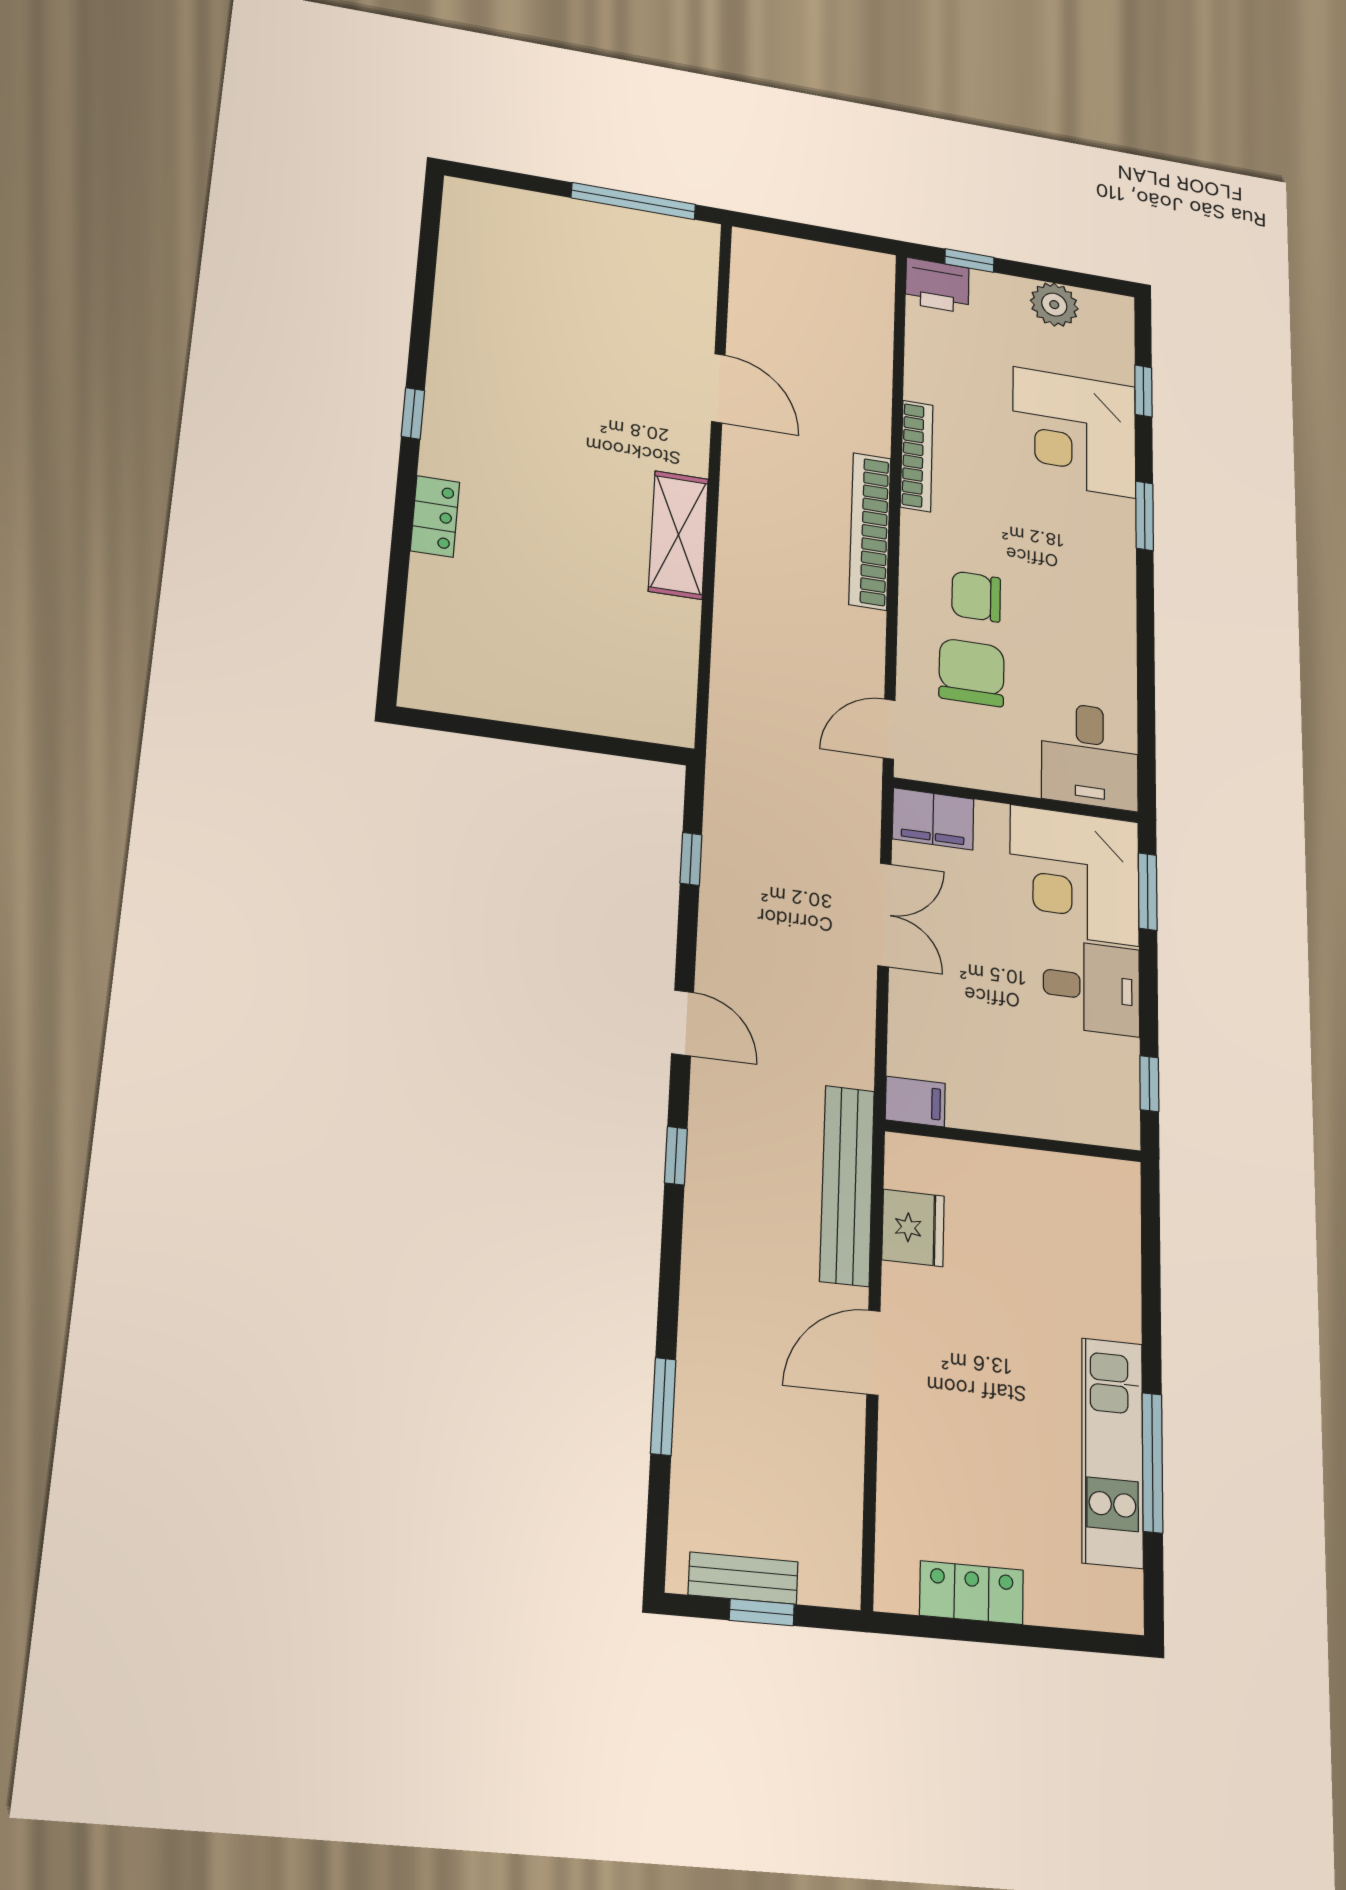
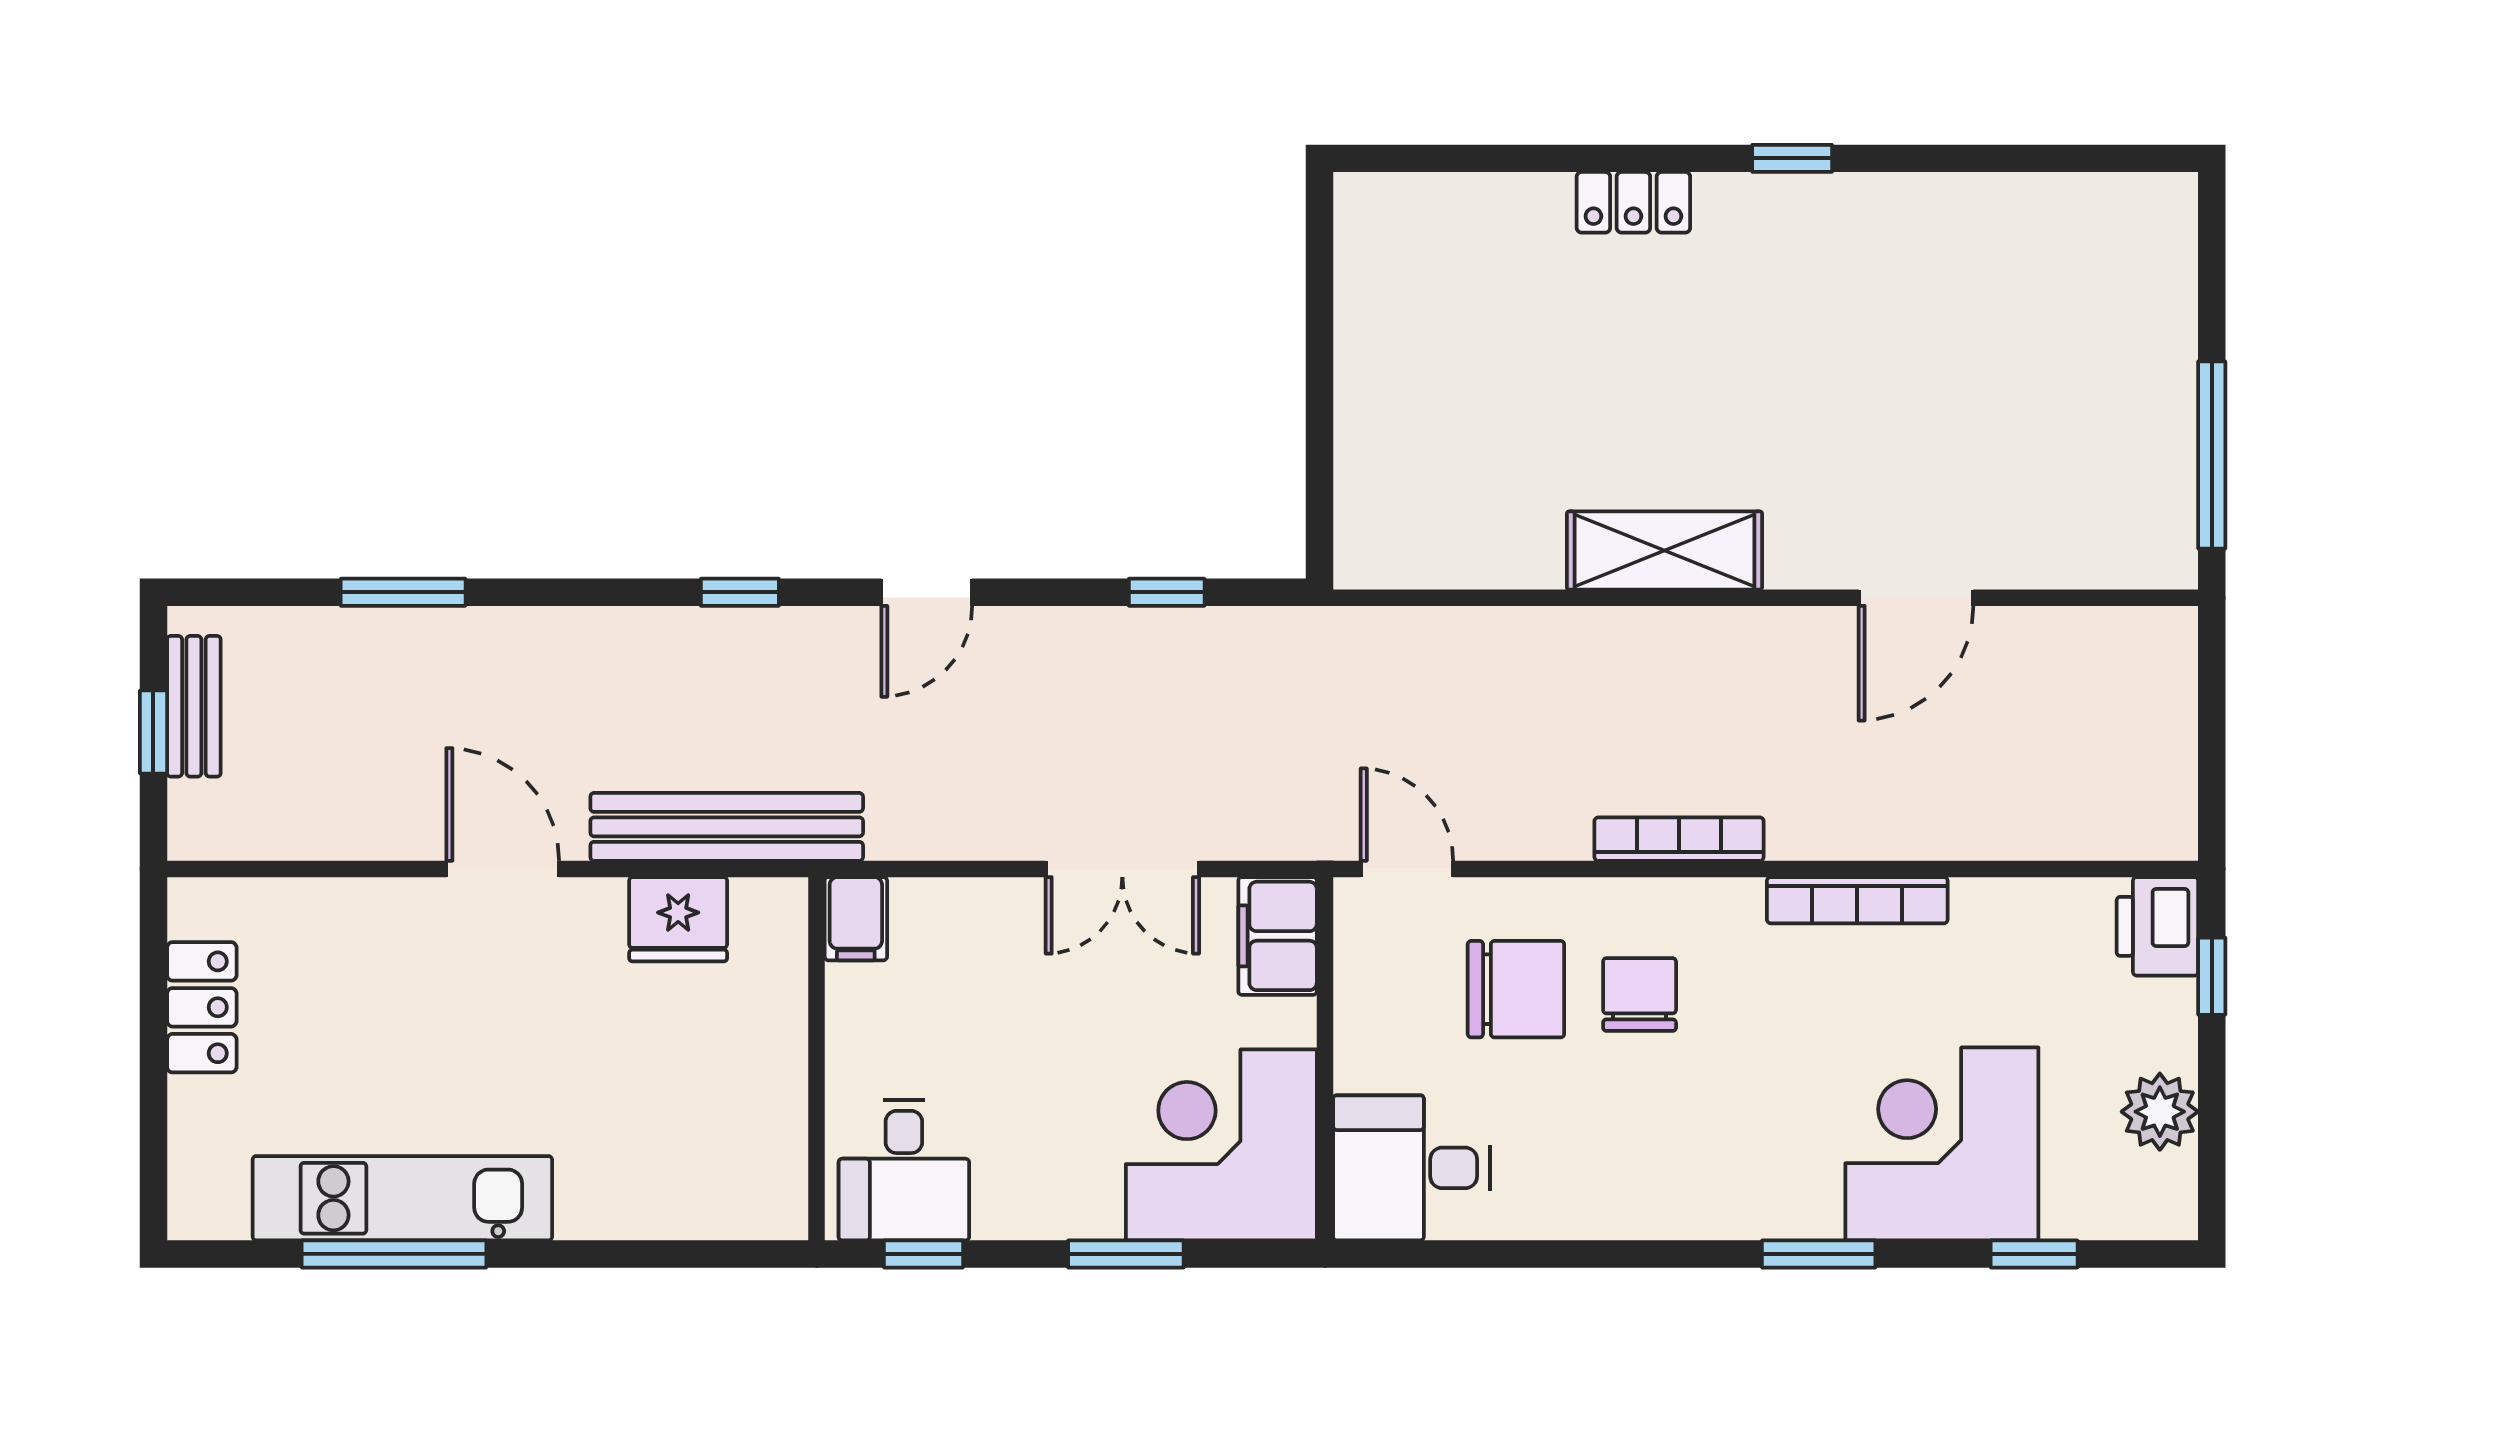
bookcase: (870, 531) -> (1679, 839), width x0.68, depth x0.76
window: (1148, 892) -> (1126, 1254), moved
desk: (1091, 987) -> (904, 1170), moved

